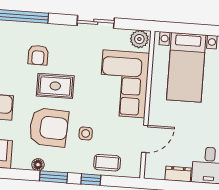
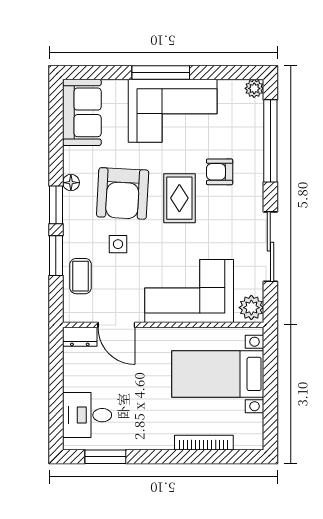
sliding door: (96, 22) -> (270, 247), width x1.37
dresser: (178, 174) -> (80, 337), moved, turned 90
window: (91, 180) -> (56, 256), width x1.50

